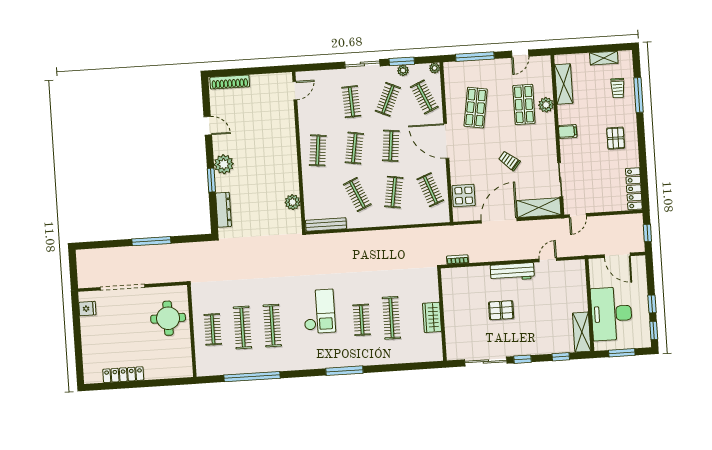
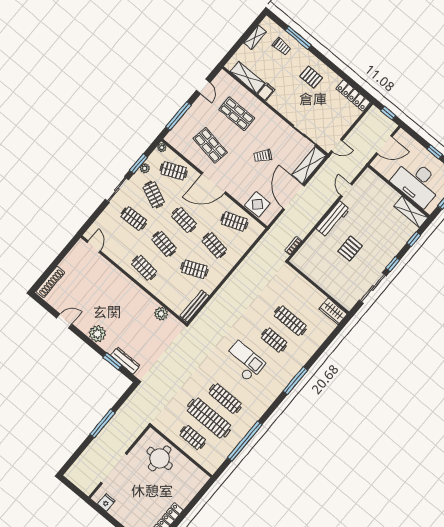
plant: (546, 105) -> (250, 100), removed
filing cabinet: (568, 131) -> (266, 92), moved
window: (211, 180) -> (112, 361), moved
door: (578, 215) -> (337, 146), hinge flipped
wardrobe: (432, 317) -> (333, 311), moved
clothes rail: (242, 327) -> (209, 418), width x1.37, depth x1.31

